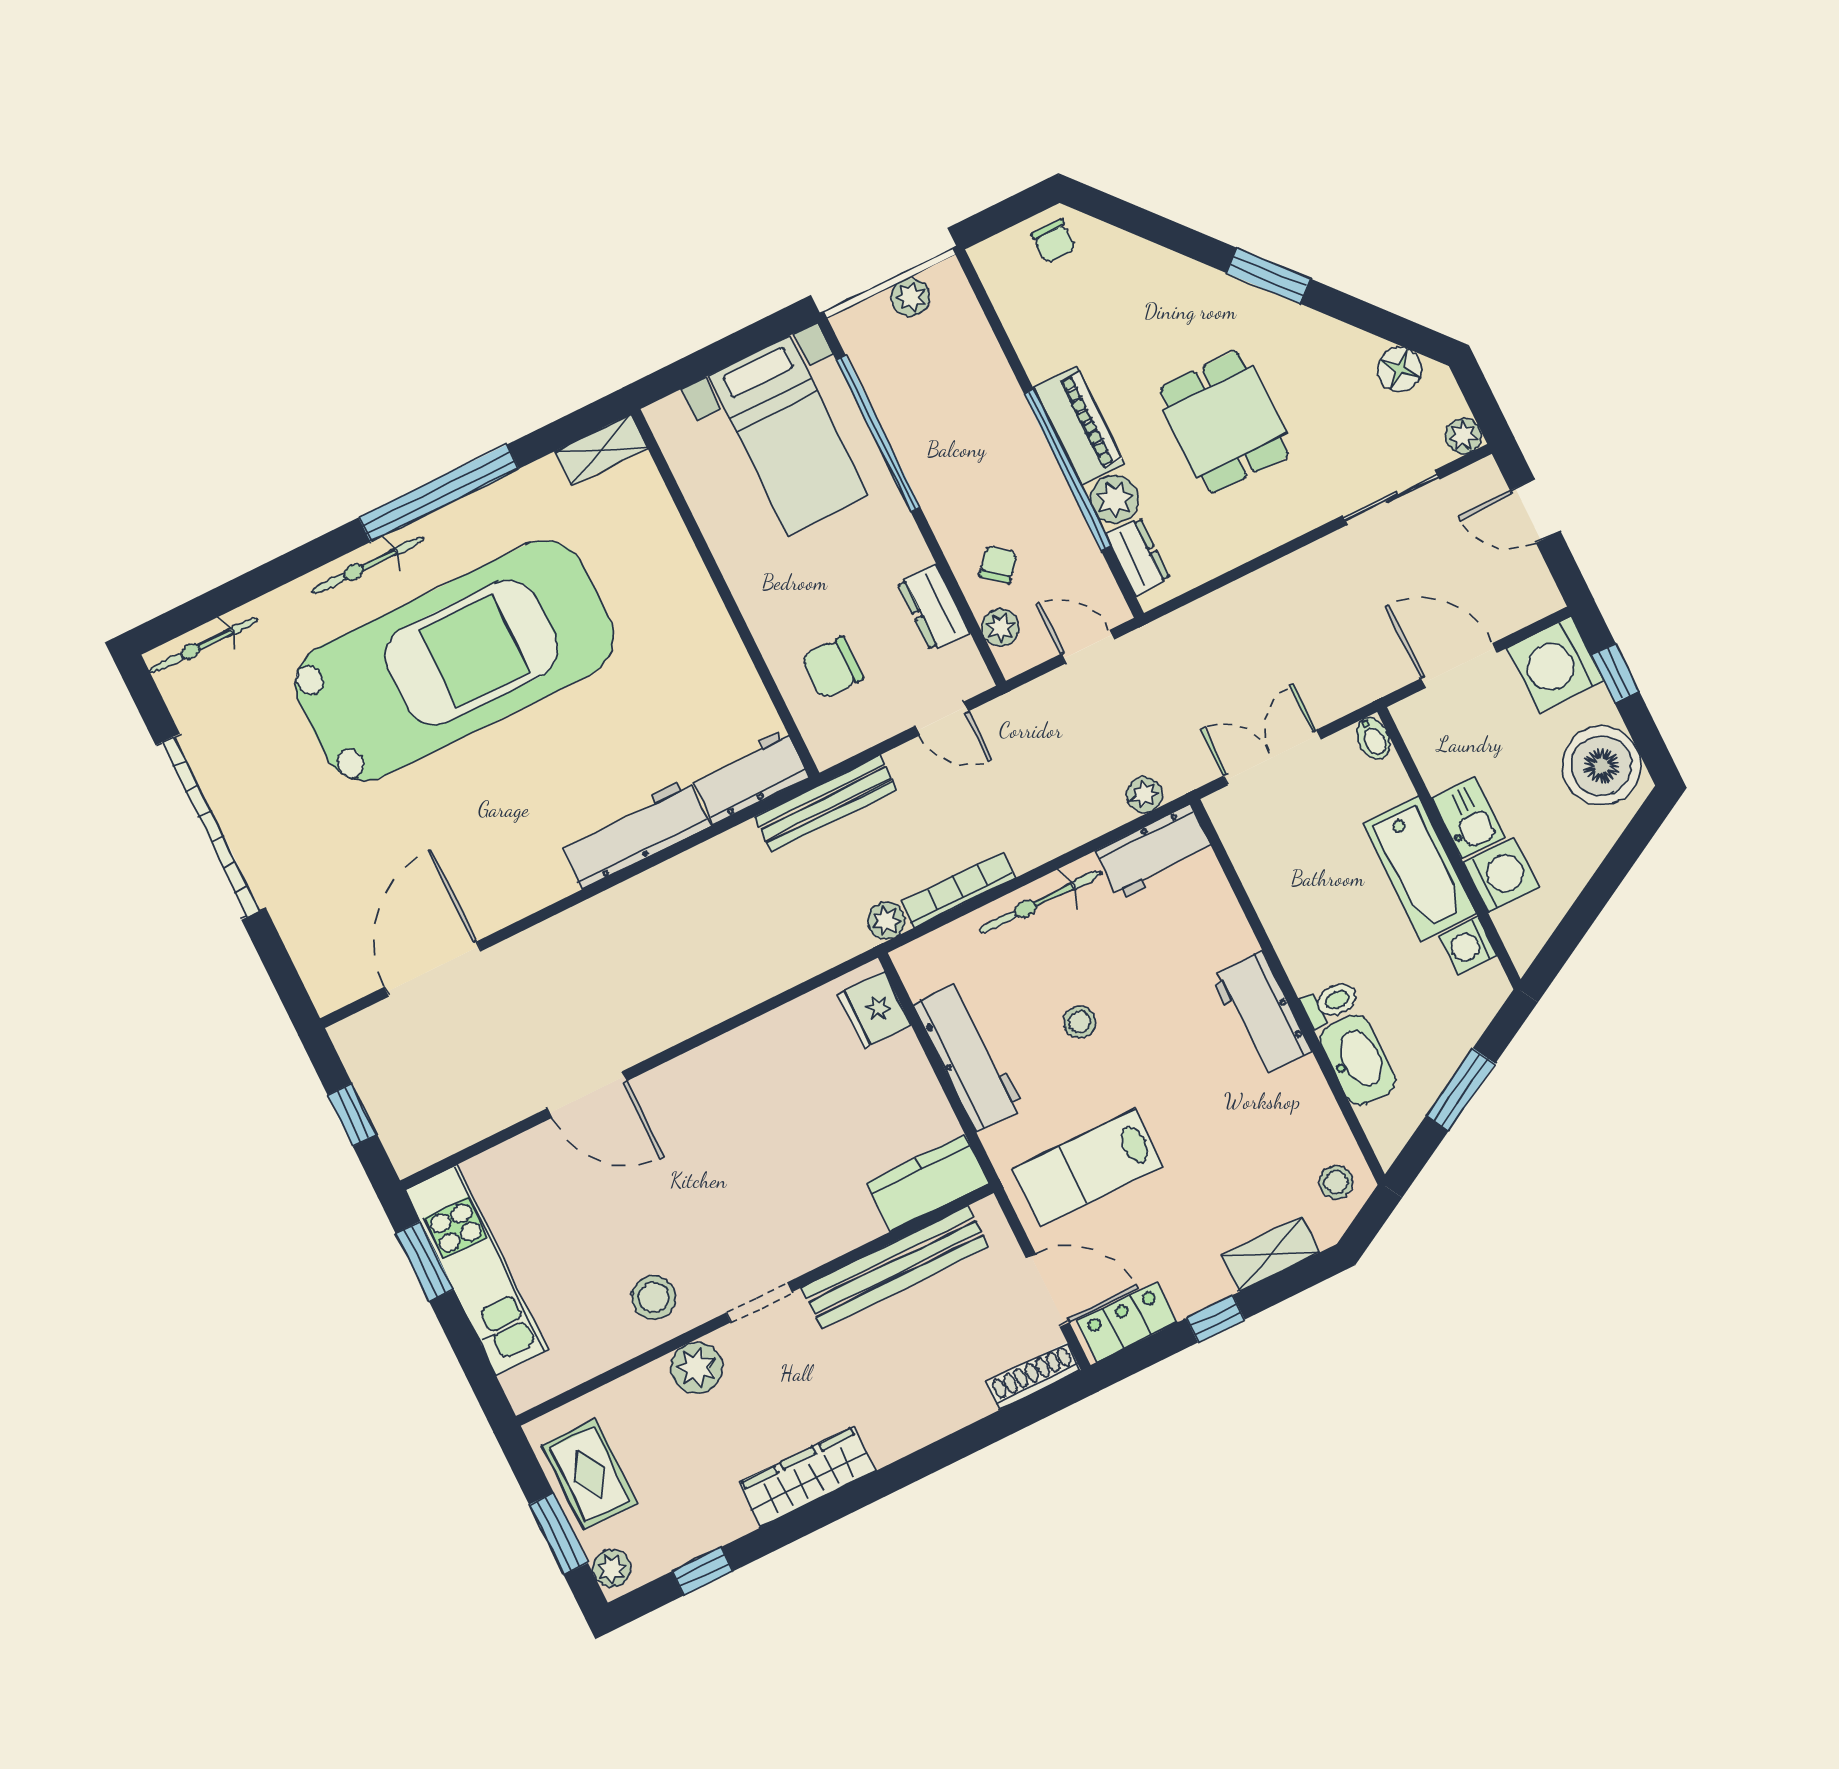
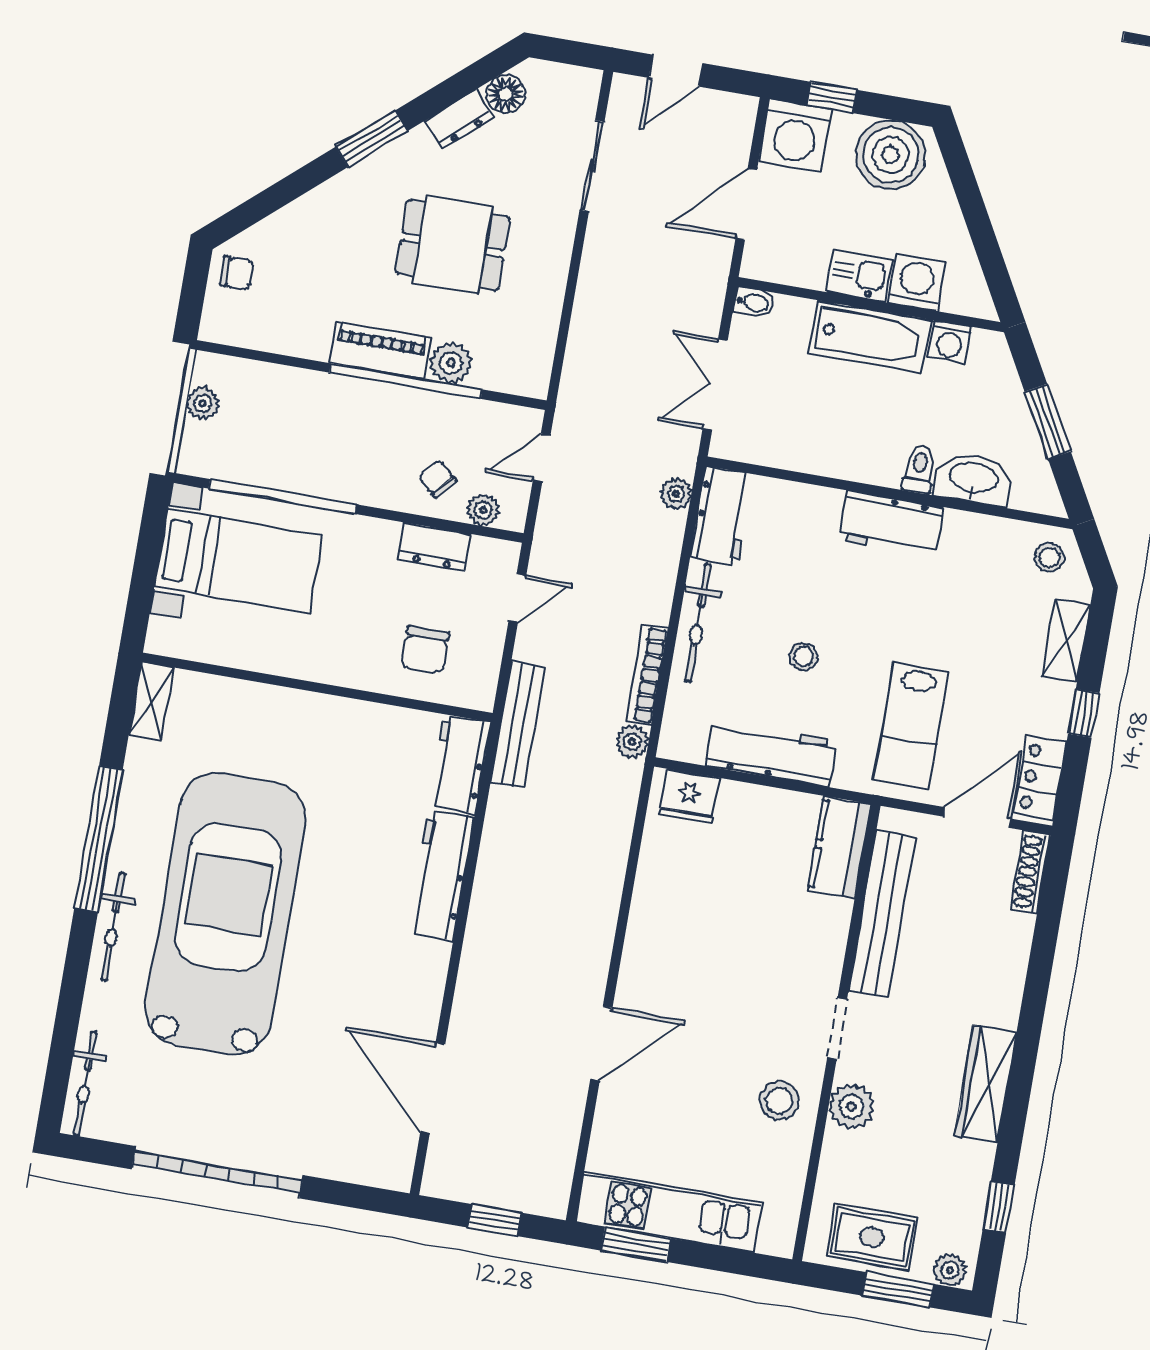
plant: (1463, 436) -> (586, 83), removed
dresser: (1138, 557) -> (459, 119), moved, turned 139

